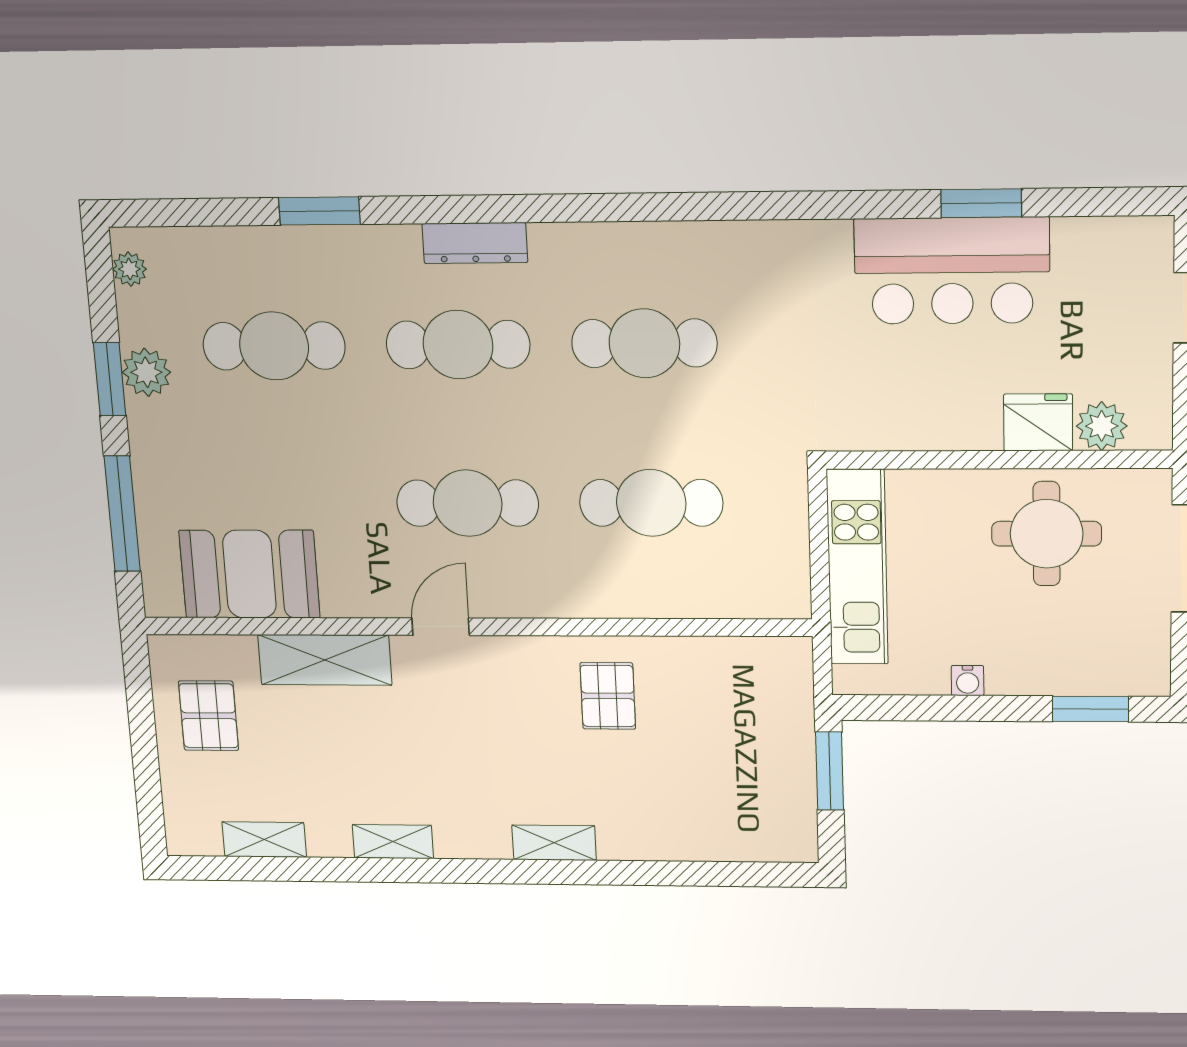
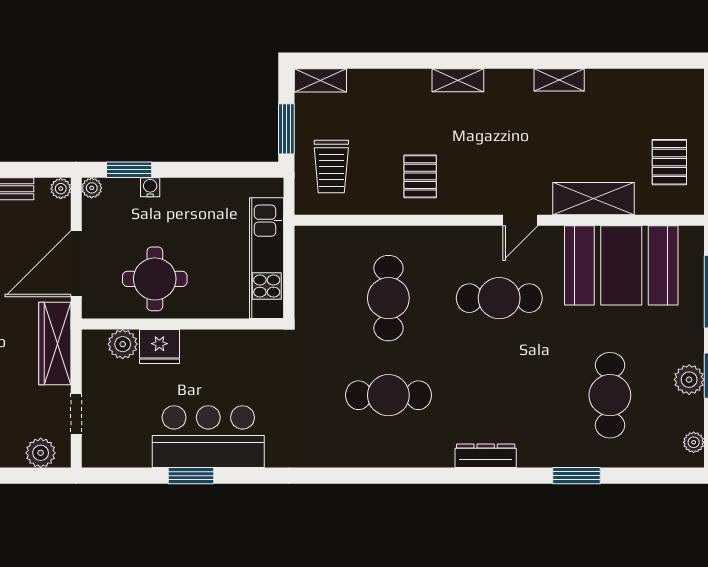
cafe table: (458, 345) -> (499, 395), removed
cafe table: (274, 346) -> (610, 395), turned 90
cafe table: (651, 503) -> (388, 298), turned 90
booth: (249, 574) -> (621, 265), width x1.36, depth x1.42
plant: (1154, 680) -> (92, 188), added
water cooler: (968, 681) -> (150, 187), moved
trolley: (754, 712) -> (331, 167), added
shelving: (264, 840) -> (320, 80), moved

